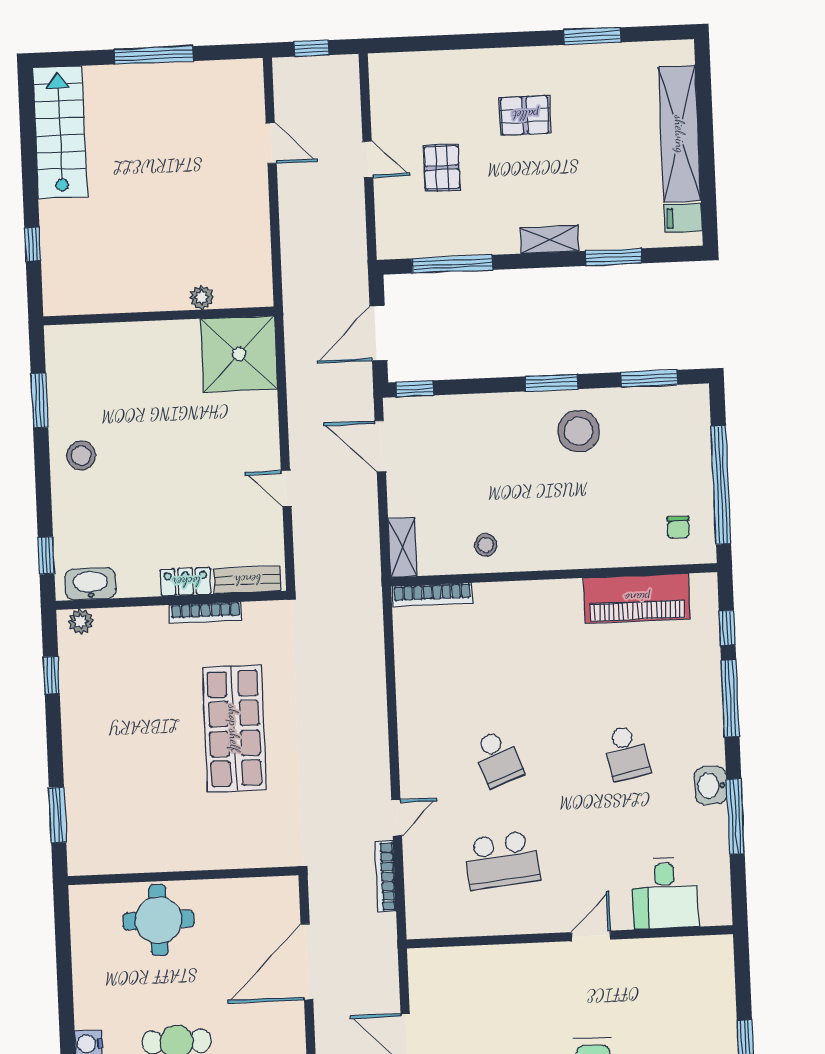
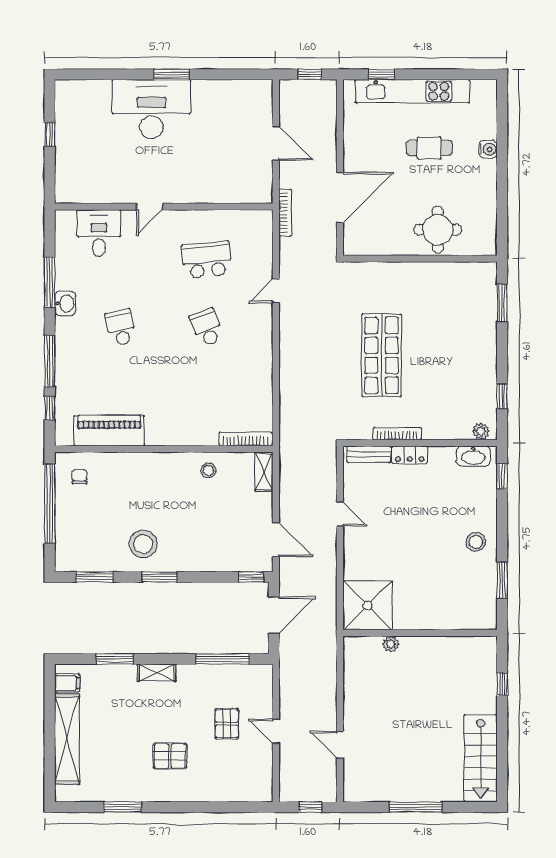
bookcase: (385, 877) -> (285, 213), moved

